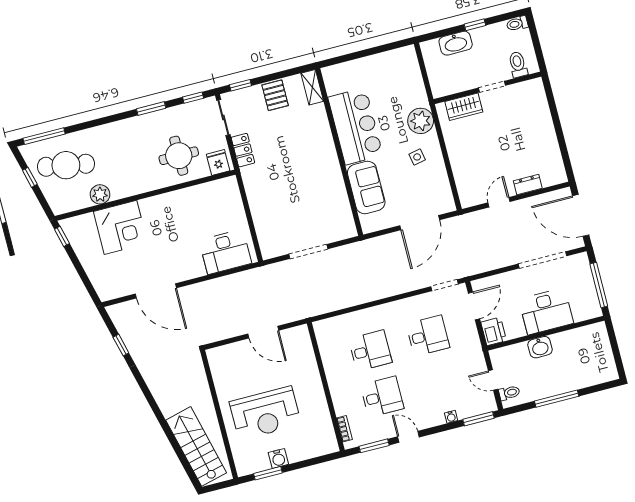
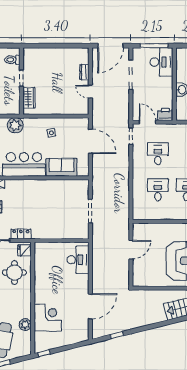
plant: (421, 121) -> (15, 125), moved
desk: (546, 311) -> (161, 62), moved

